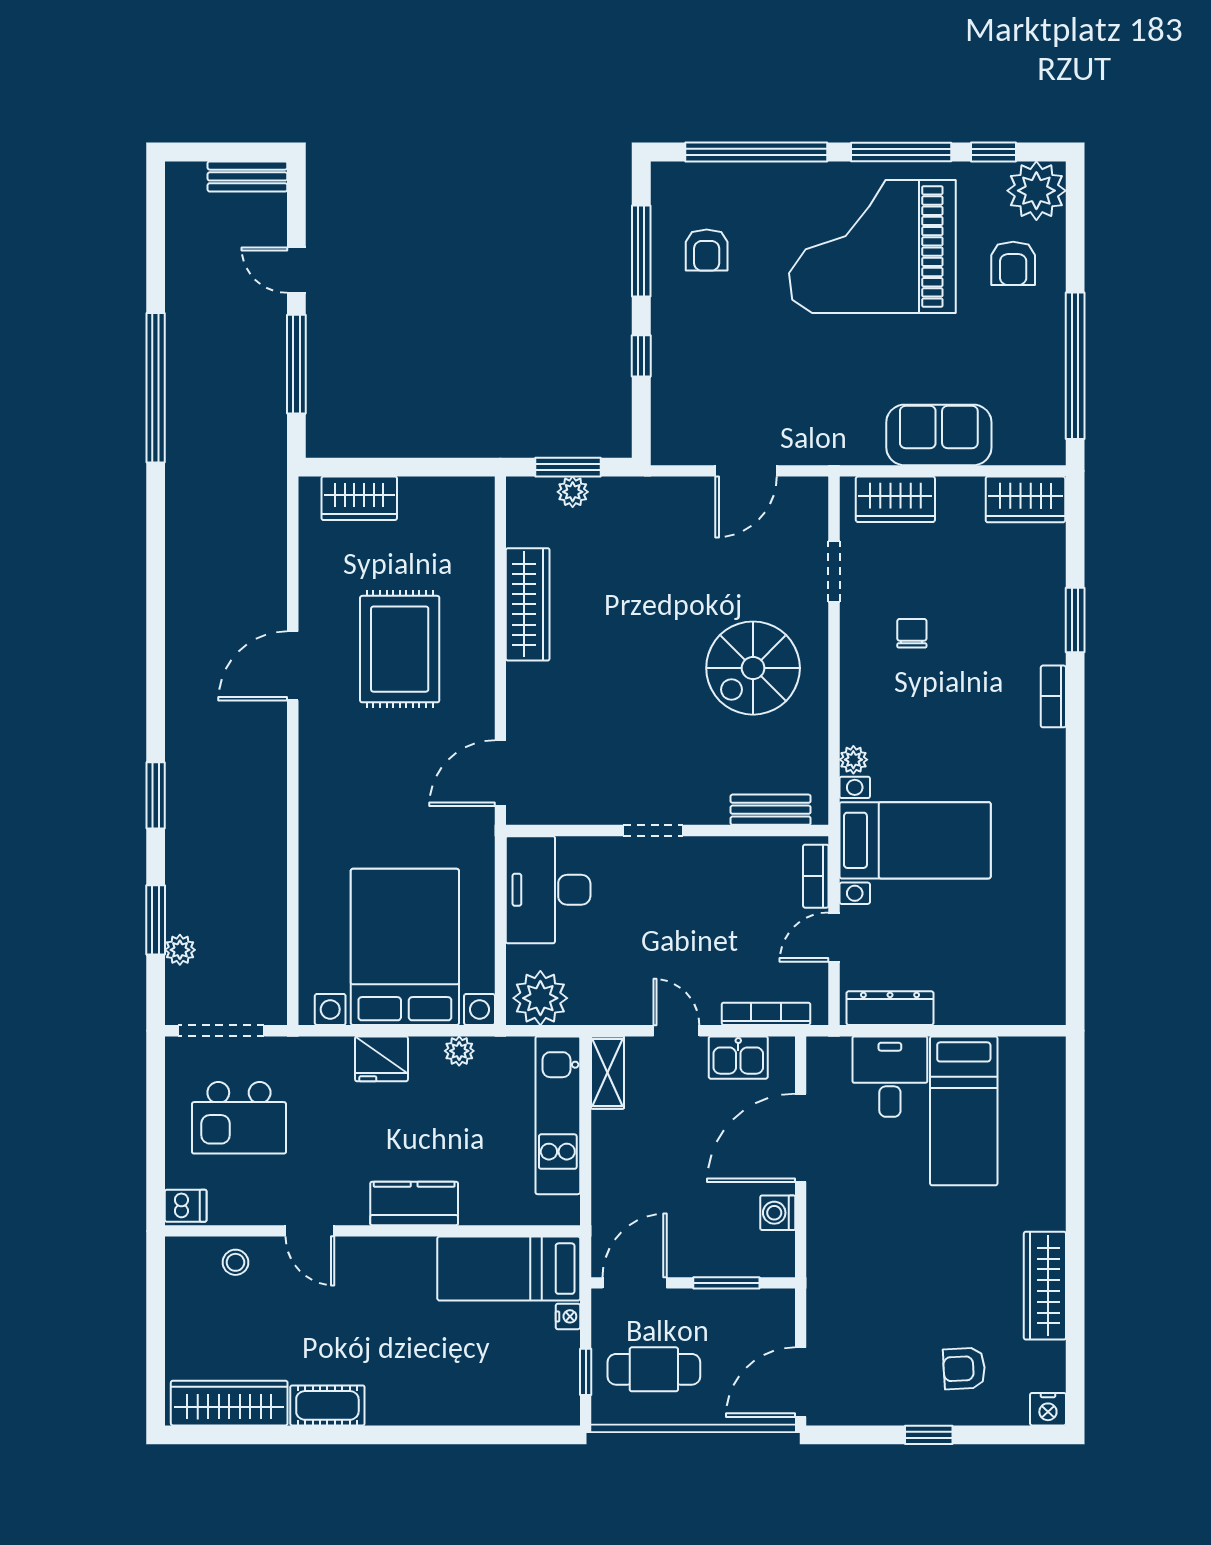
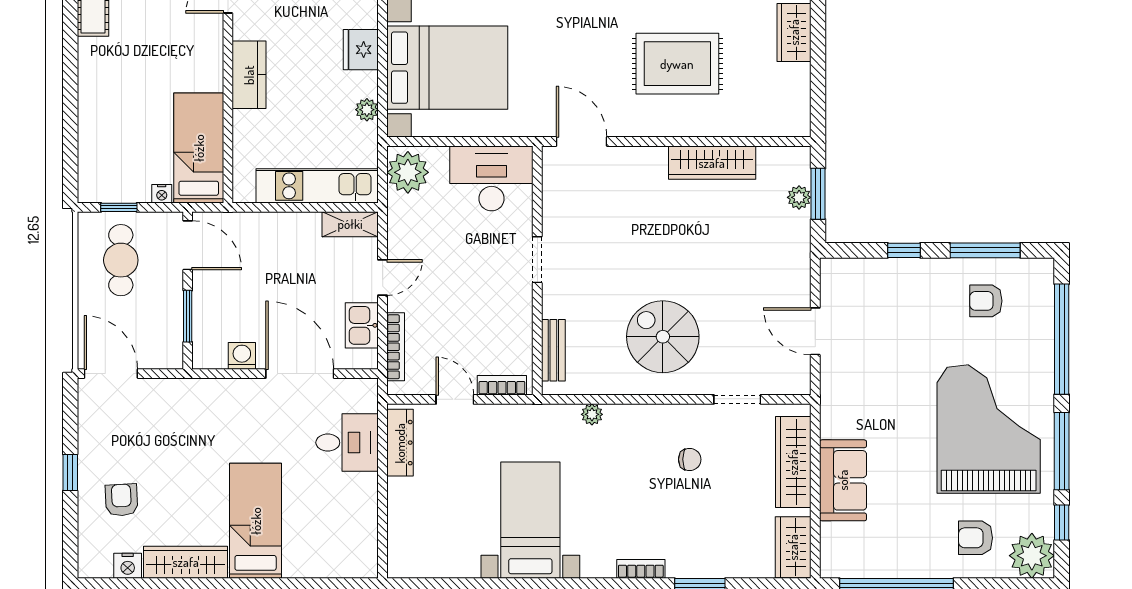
wardrobe: (895, 499) -> (793, 462), width x1.50
bed with nightstands: (915, 840) -> (530, 520), moved, turned 180
bed: (964, 1111) -> (256, 521), moved, turned 90
nightstand: (1048, 1409) -> (128, 566), moved, turned -90

